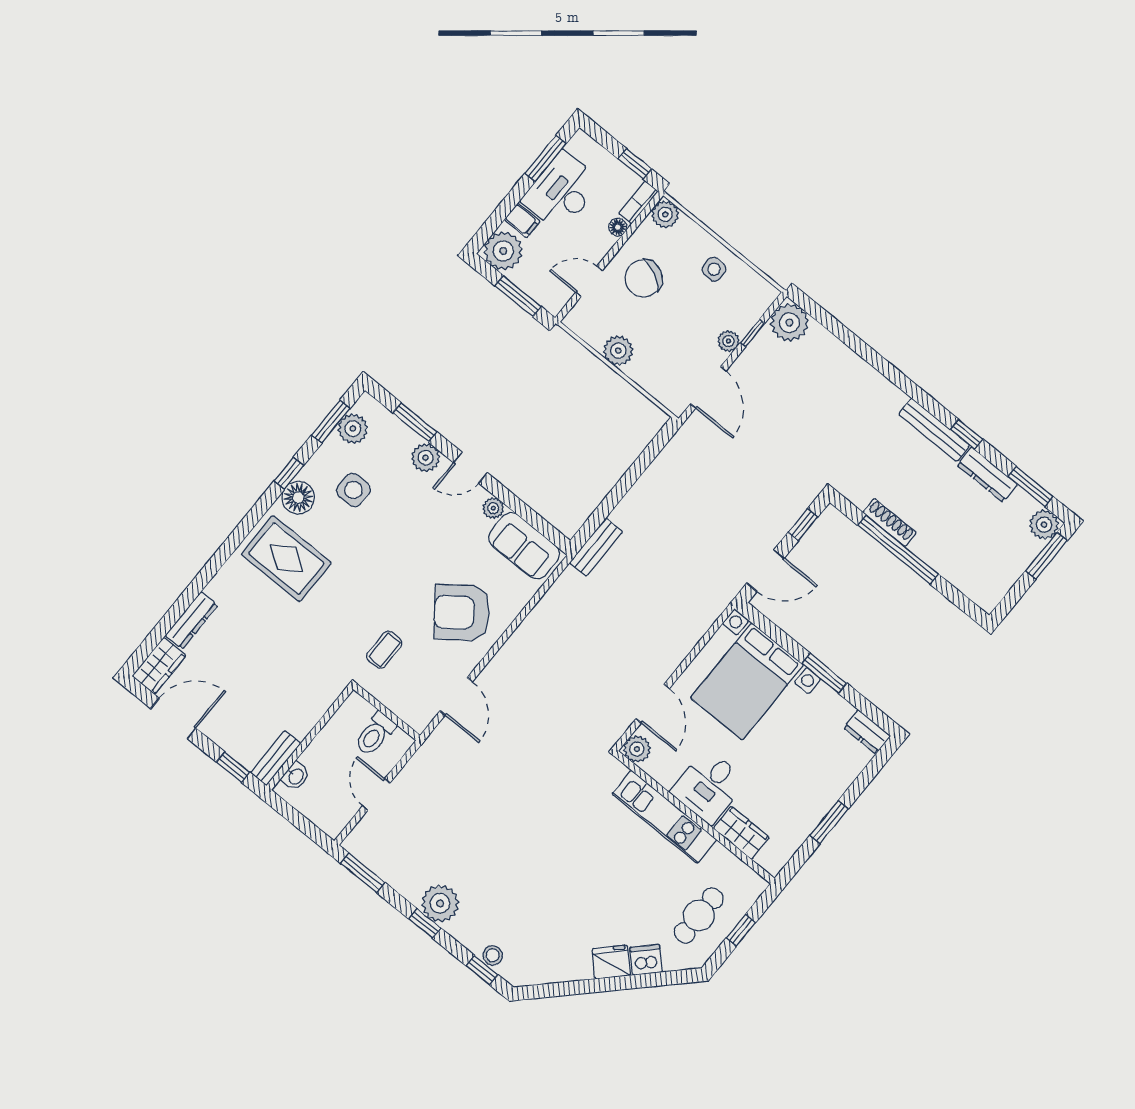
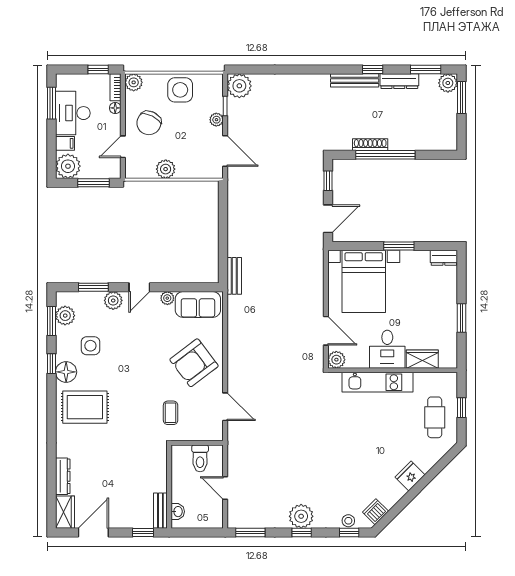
side table: (714, 269) -> (180, 90), width x1.87, depth x1.87
dishwasher: (646, 960) -> (376, 512), moved

